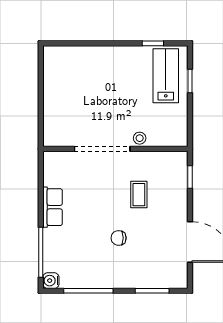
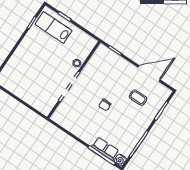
coffee table: (139, 195) -> (138, 98), moved
row of seats: (53, 207) -> (105, 149), moved
chair: (119, 238) -> (105, 105), moved

